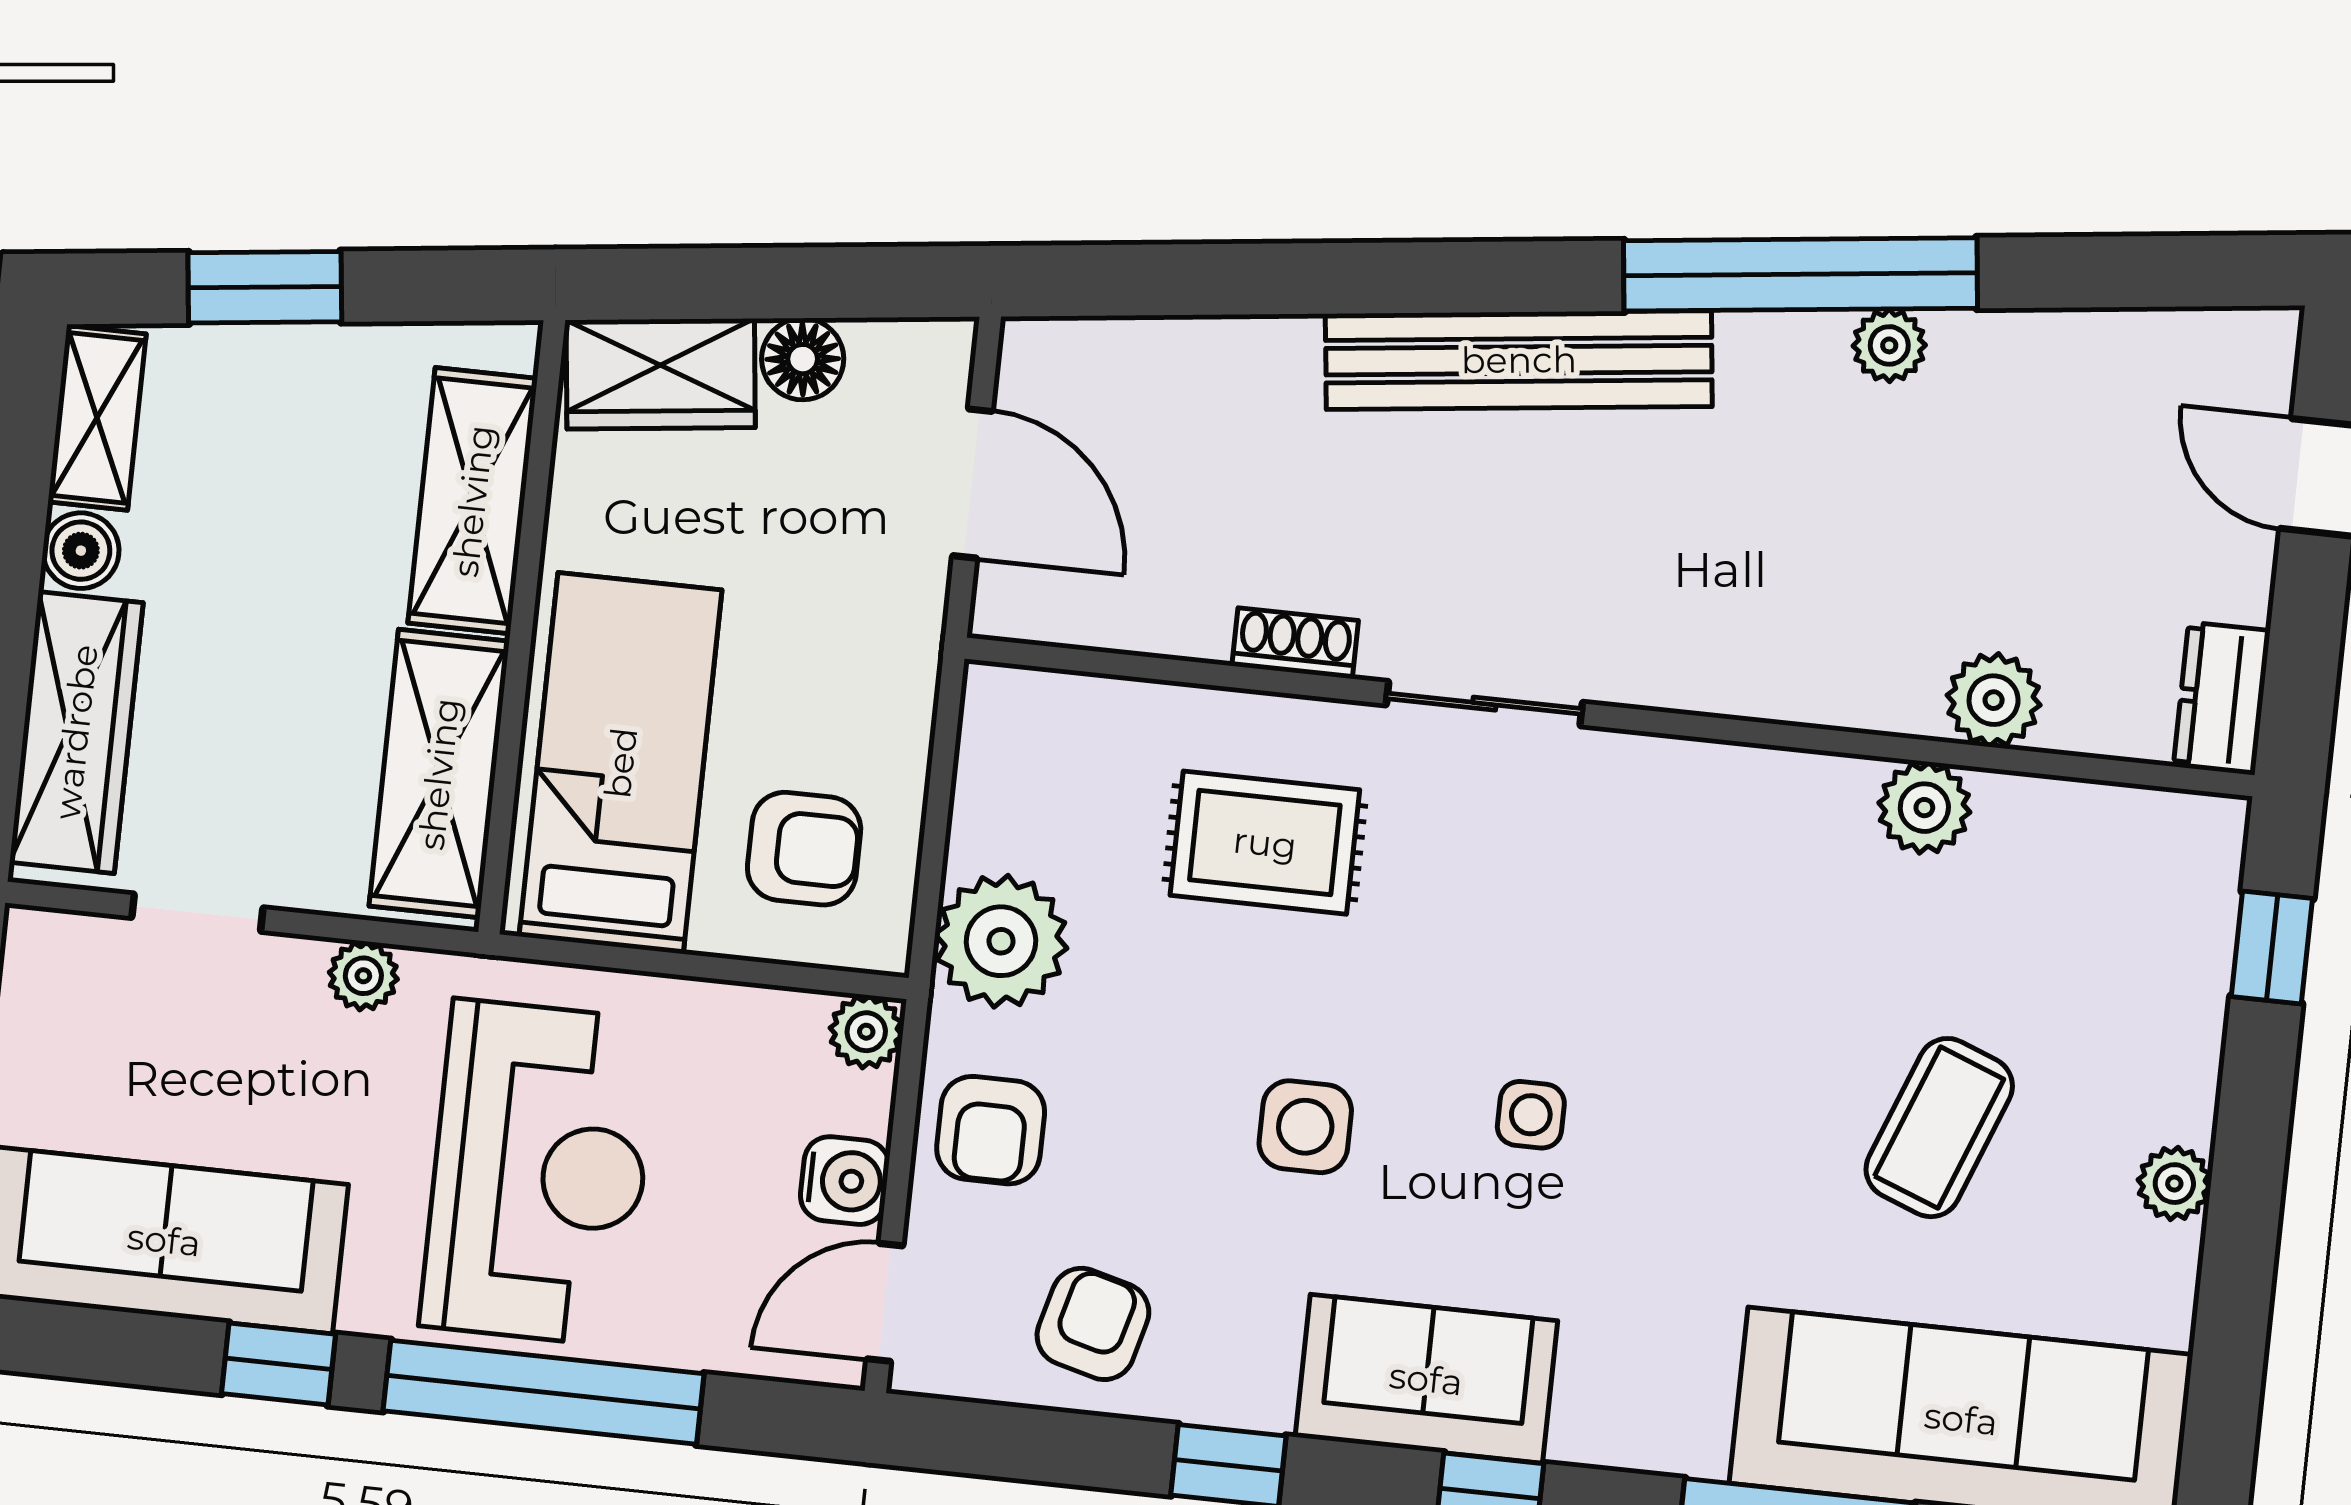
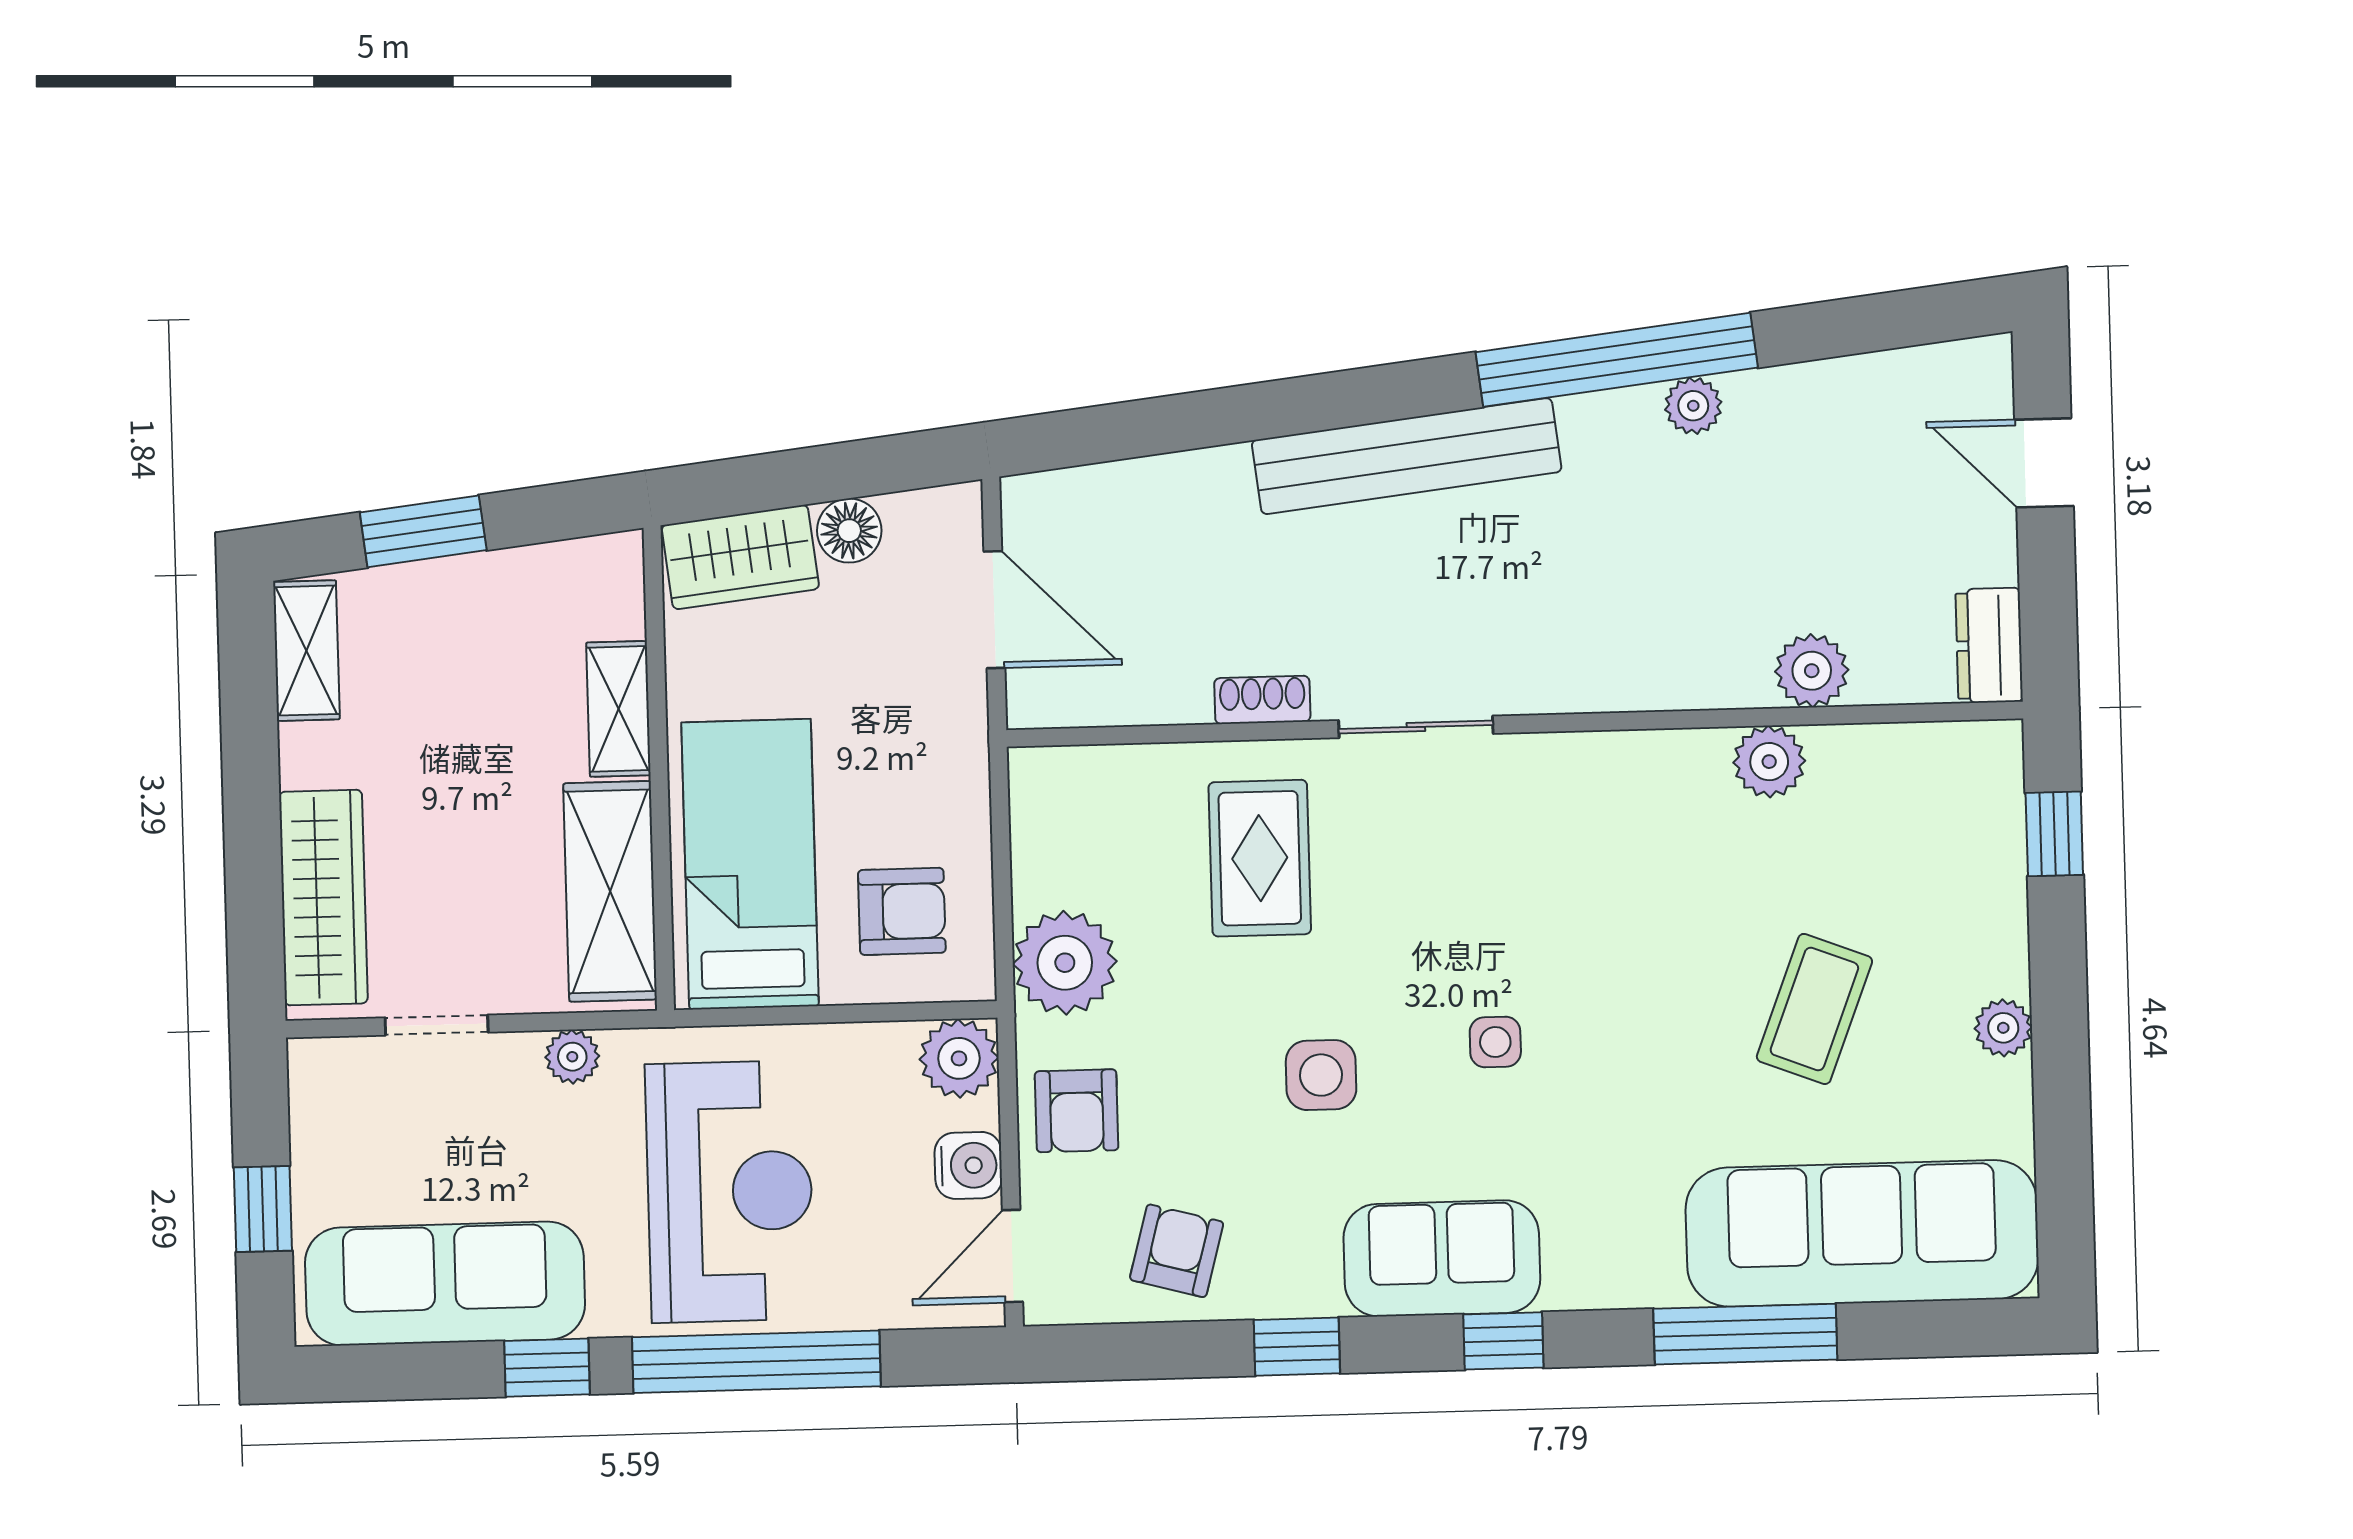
shelving: (473, 501) -> (618, 709), width x0.67, depth x0.75
boiler: (81, 551) -> (308, 756), removed
rug: (1265, 843) -> (1260, 858), turned 90
plant: (866, 1032) -> (959, 1058), width x1.38, depth x1.38

